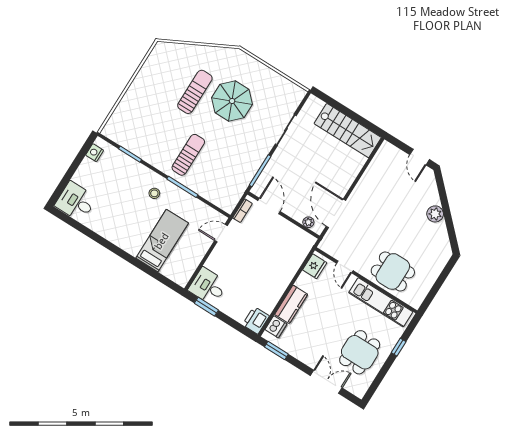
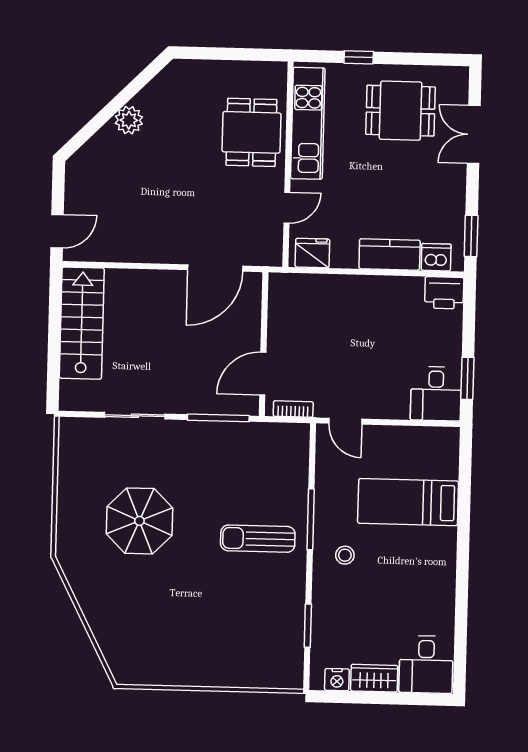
sun lounger: (195, 92) -> (158, 584), removed
door: (420, 157) -> (57, 231), moved
wardrobe: (84, 172) -> (374, 678), added
plant: (308, 222) -> (252, 301), removed

